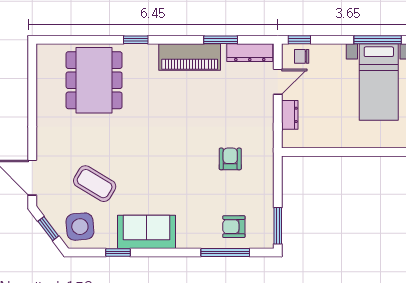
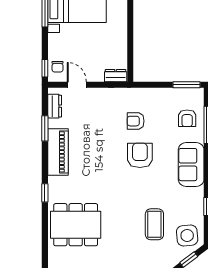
dresser: (250, 53) -> (55, 106), width x0.70
dresser: (290, 115) -> (116, 76), moved
armchair: (185, 165) -> (140, 155), added
coffee table: (95, 184) -> (154, 224), turned -31
sofa: (147, 232) -> (191, 165), moved

